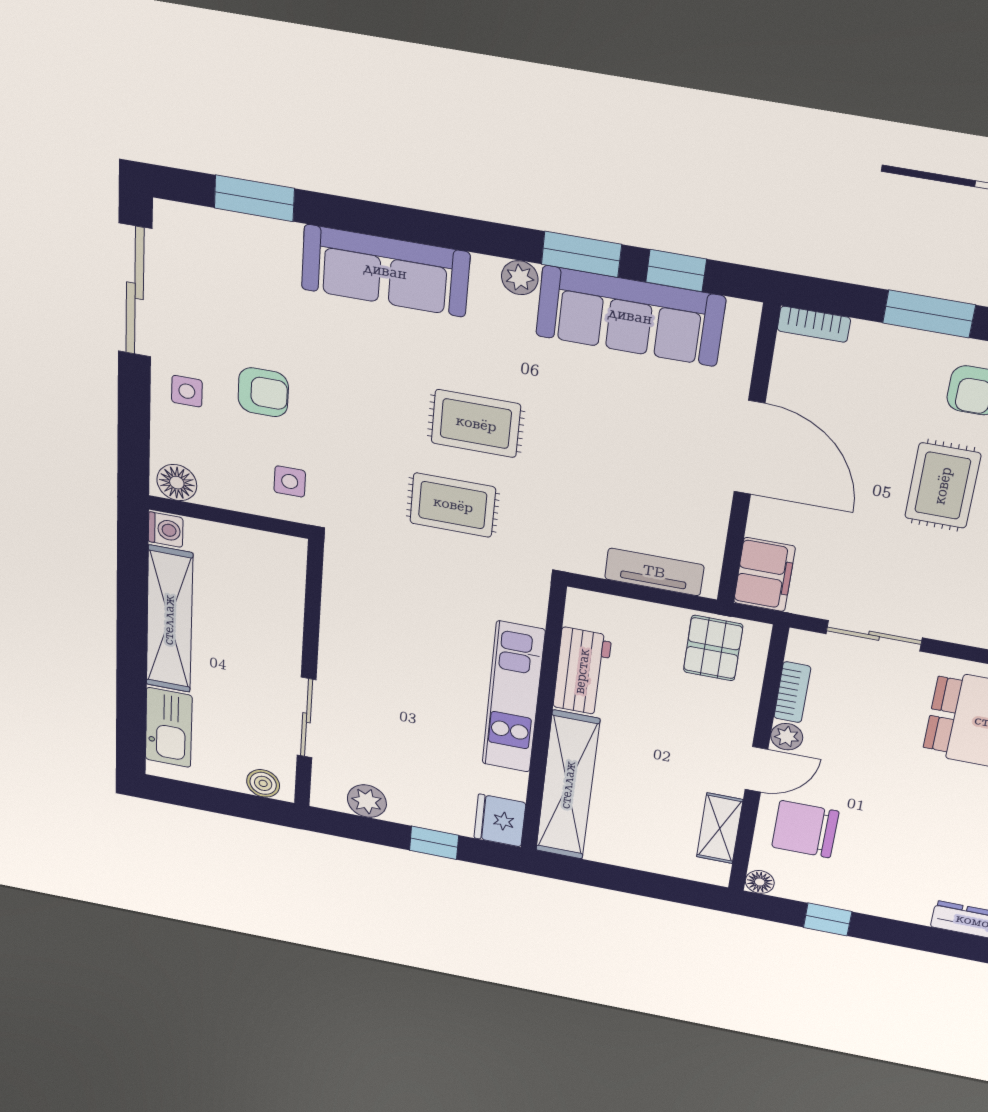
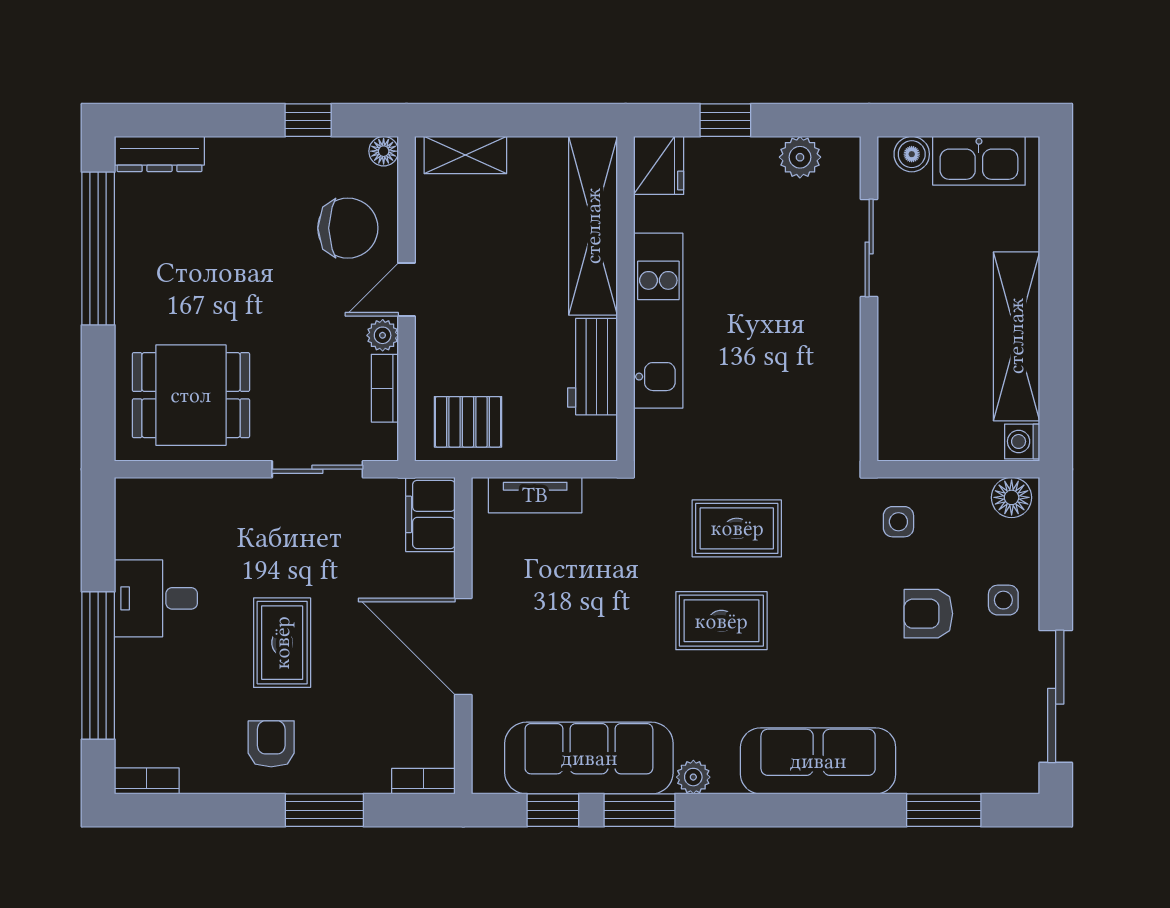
pallet: (713, 648) -> (468, 422), turned 90
kitchen sink: (169, 728) -> (979, 161), moved, turned -90
shelving: (720, 828) -> (465, 155), moved, turned 90

